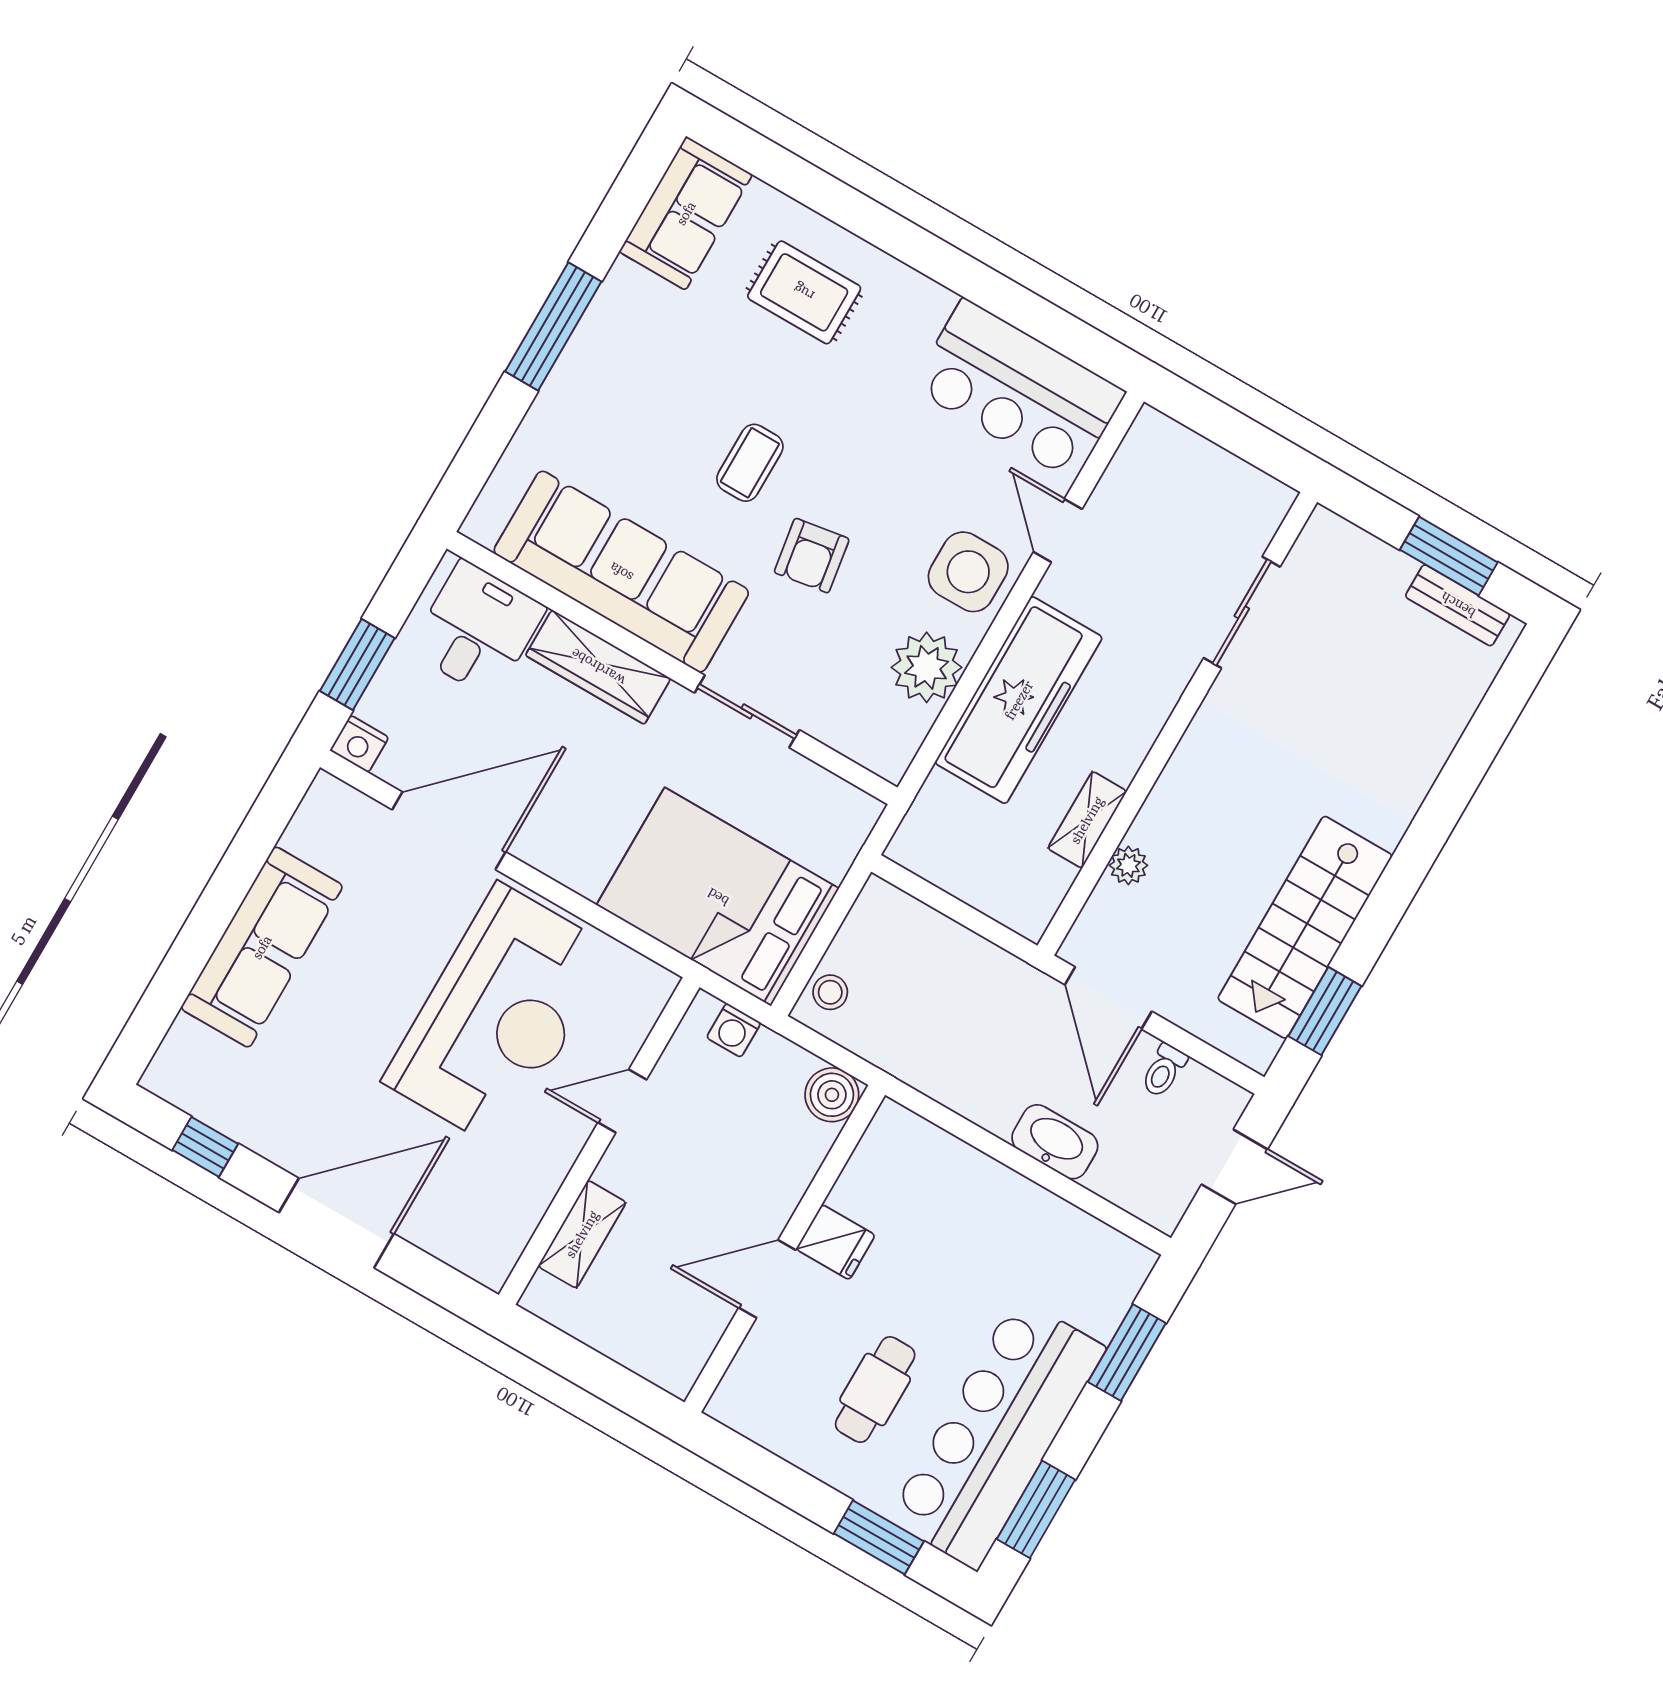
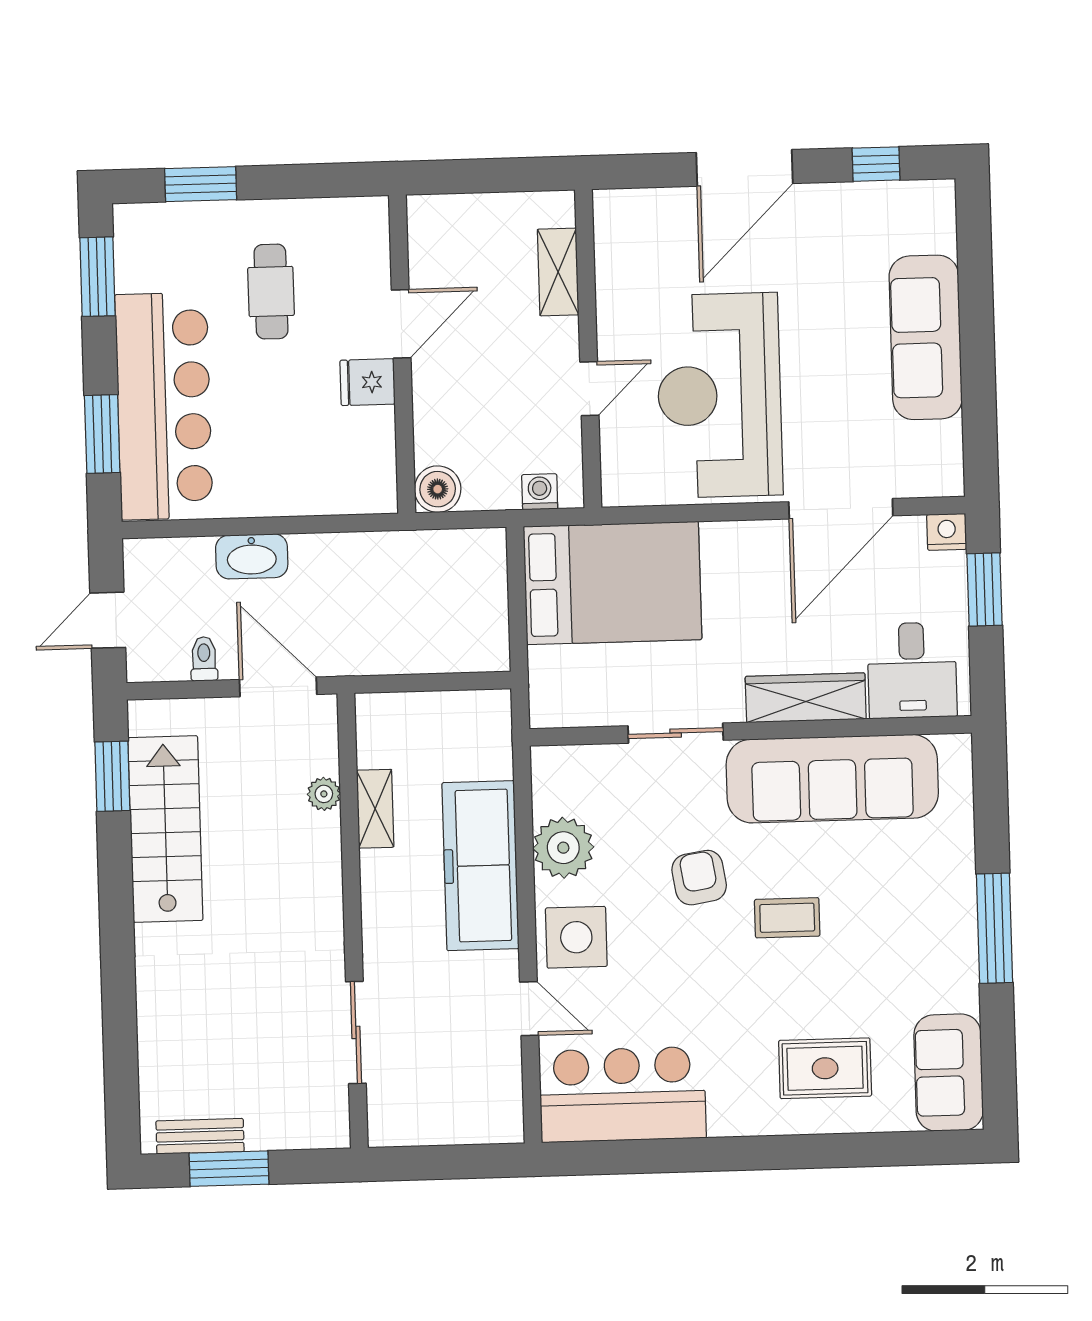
coffee table: (750, 463) -> (787, 918), turned 90
stool: (830, 992) -> (486, 564), removed
bar counter: (997, 1434) -> (164, 406), moved

